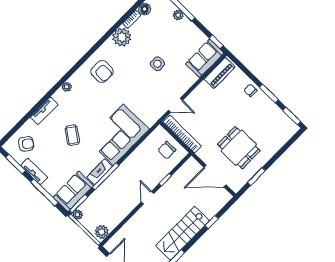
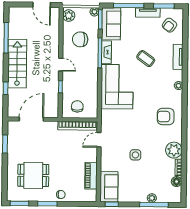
piano: (220, 73) -> (91, 176), moved
dining table: (239, 148) -> (33, 175), moved
chair: (111, 203) -> (80, 39), added

